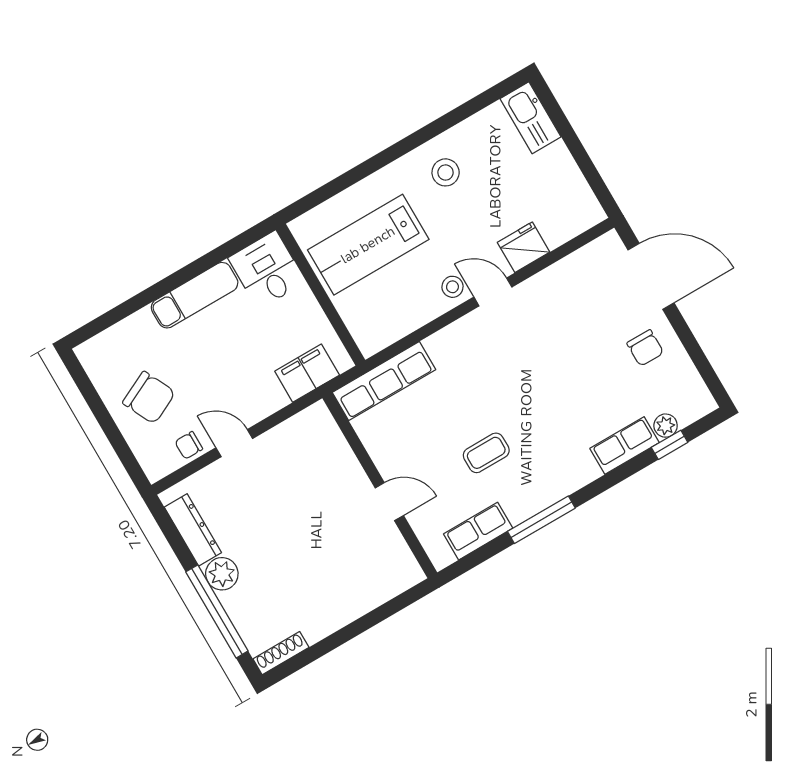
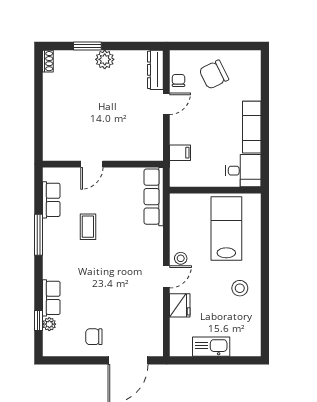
kitchen sink: (531, 118) -> (211, 347), moved
filing cabinet: (307, 373) -> (180, 153), width x0.50
dresser: (193, 530) -> (155, 70), moved, turned 90
window: (217, 611) -> (87, 46), width x0.47
shoe rack: (281, 653) -> (48, 61), width x0.70

